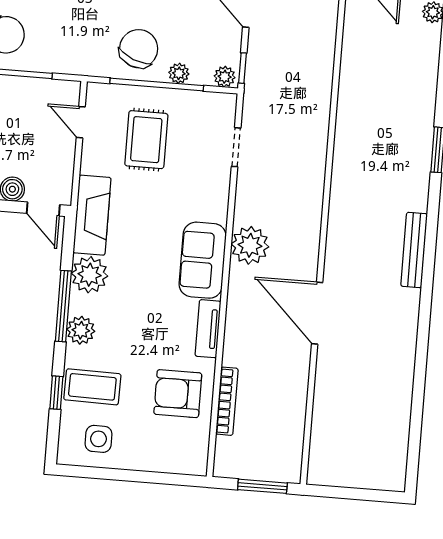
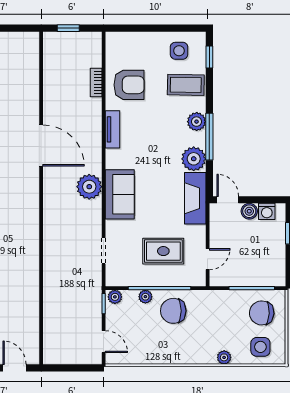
chair: (139, 49) -> (173, 311), turned 68
door: (81, 122) -> (208, 259), hinge flipped
rug: (146, 140) -> (163, 251), turned 90
sofa: (203, 260) -> (120, 194), moved
window: (56, 393) -> (209, 57), moved
bookcase: (227, 401) -> (96, 82), width x0.64
window: (262, 486) -> (68, 28), width x0.67

